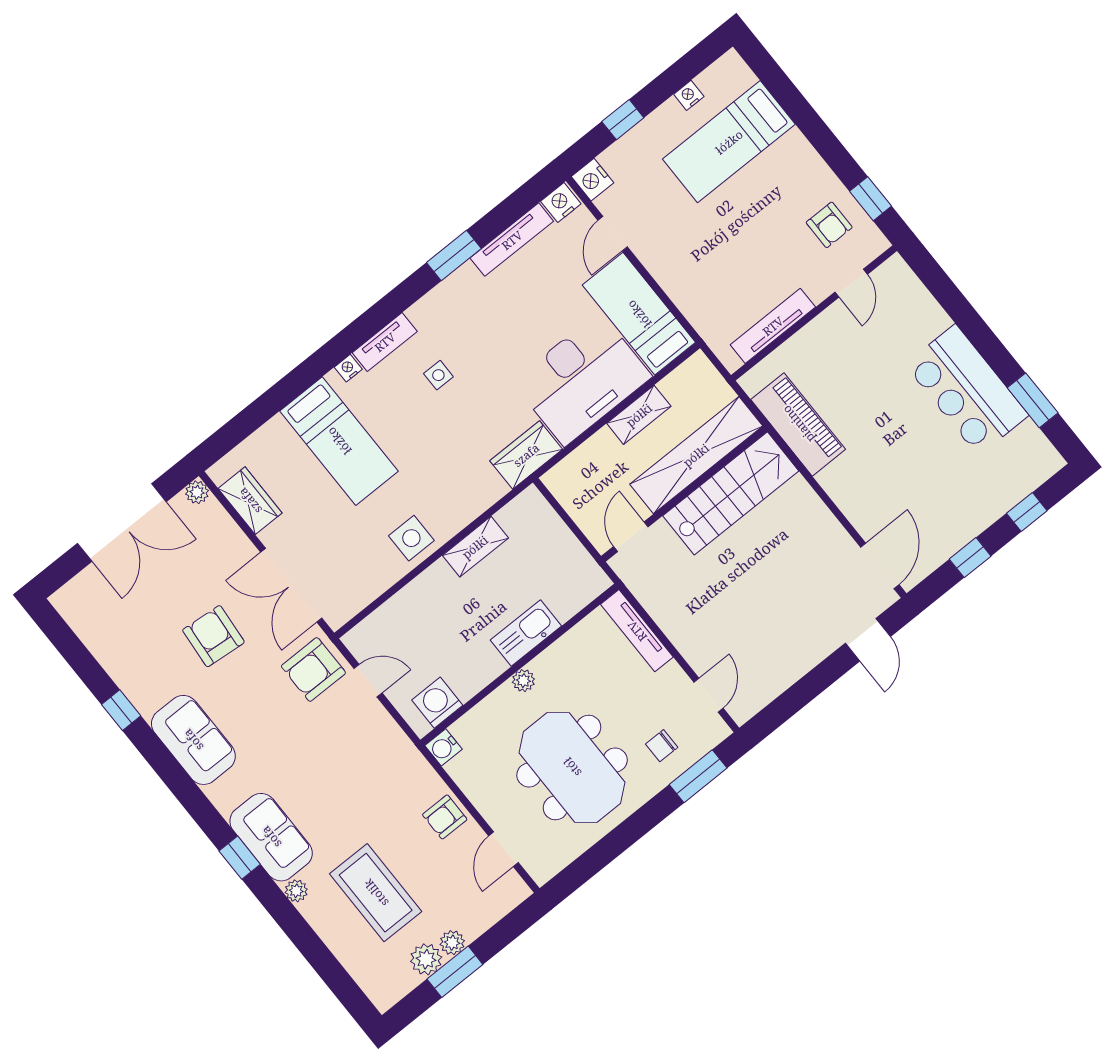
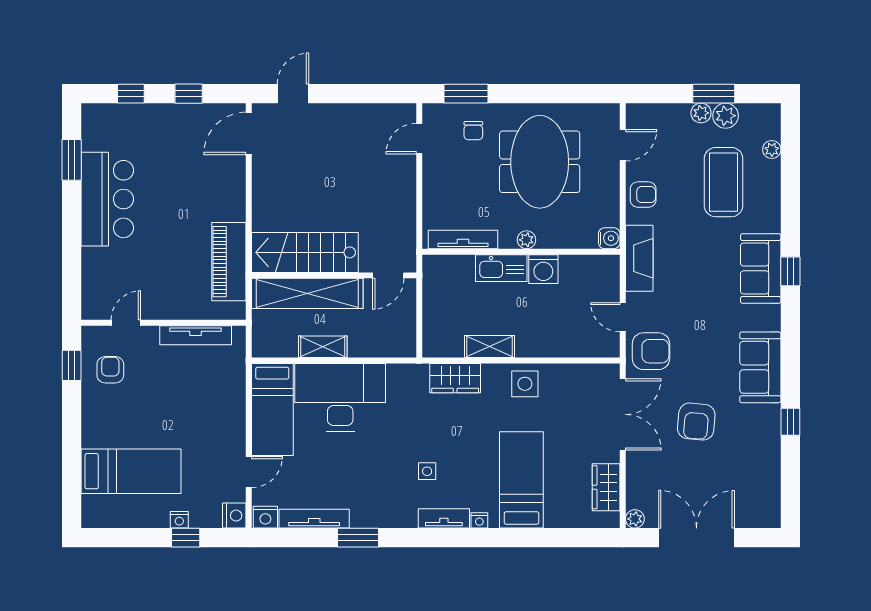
nightstand: (689, 95) -> (179, 520), moved
wardrobe: (526, 455) -> (455, 378), moved
tv unit: (637, 631) -> (463, 239), moved, turned -90
washing machine: (437, 703) -> (543, 269), moved
chair: (662, 746) -> (473, 131), turned 90
fireplace: (398, 751) -> (639, 258), added
plant: (296, 891) -> (772, 150), moved

